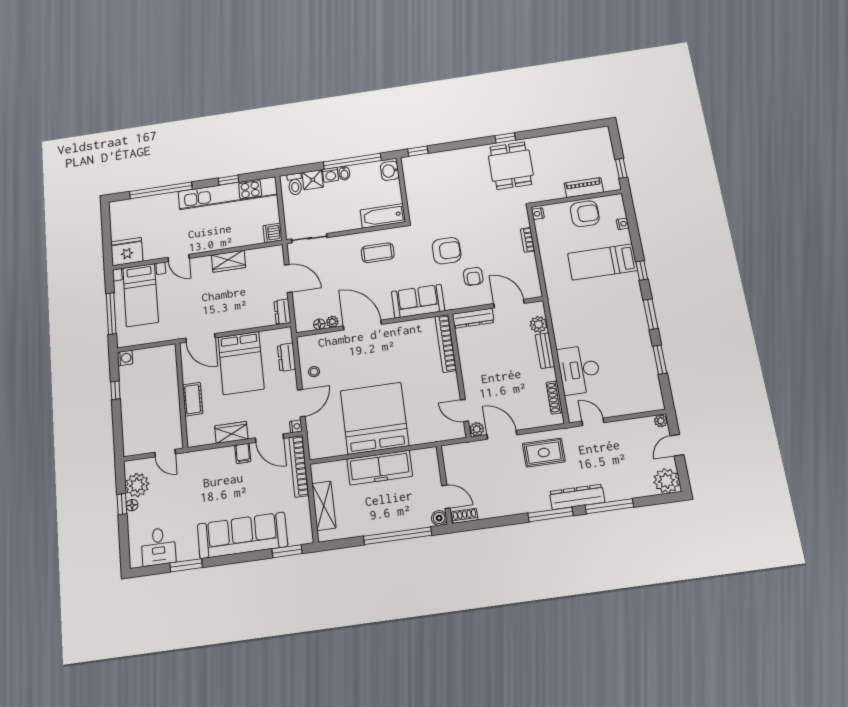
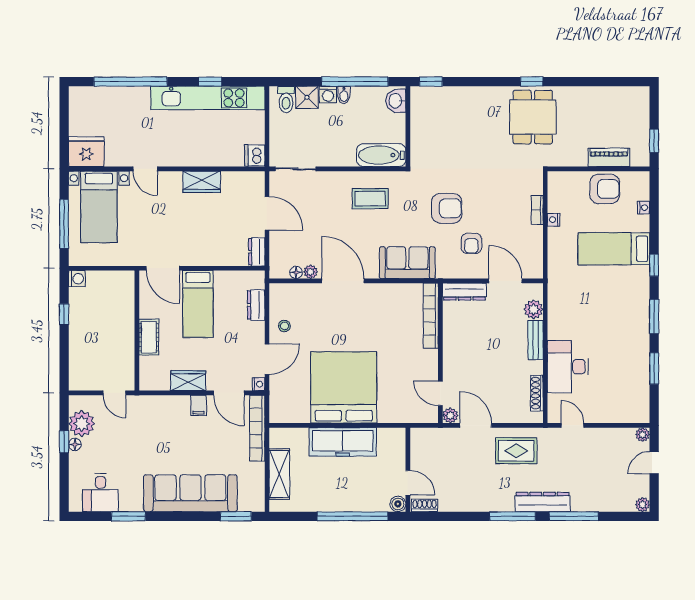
nightstand: (538, 214) -> (553, 220), moved
bed: (241, 363) -> (198, 304), width x0.67
plant: (666, 481) -> (642, 505), width x0.53, depth x0.53

